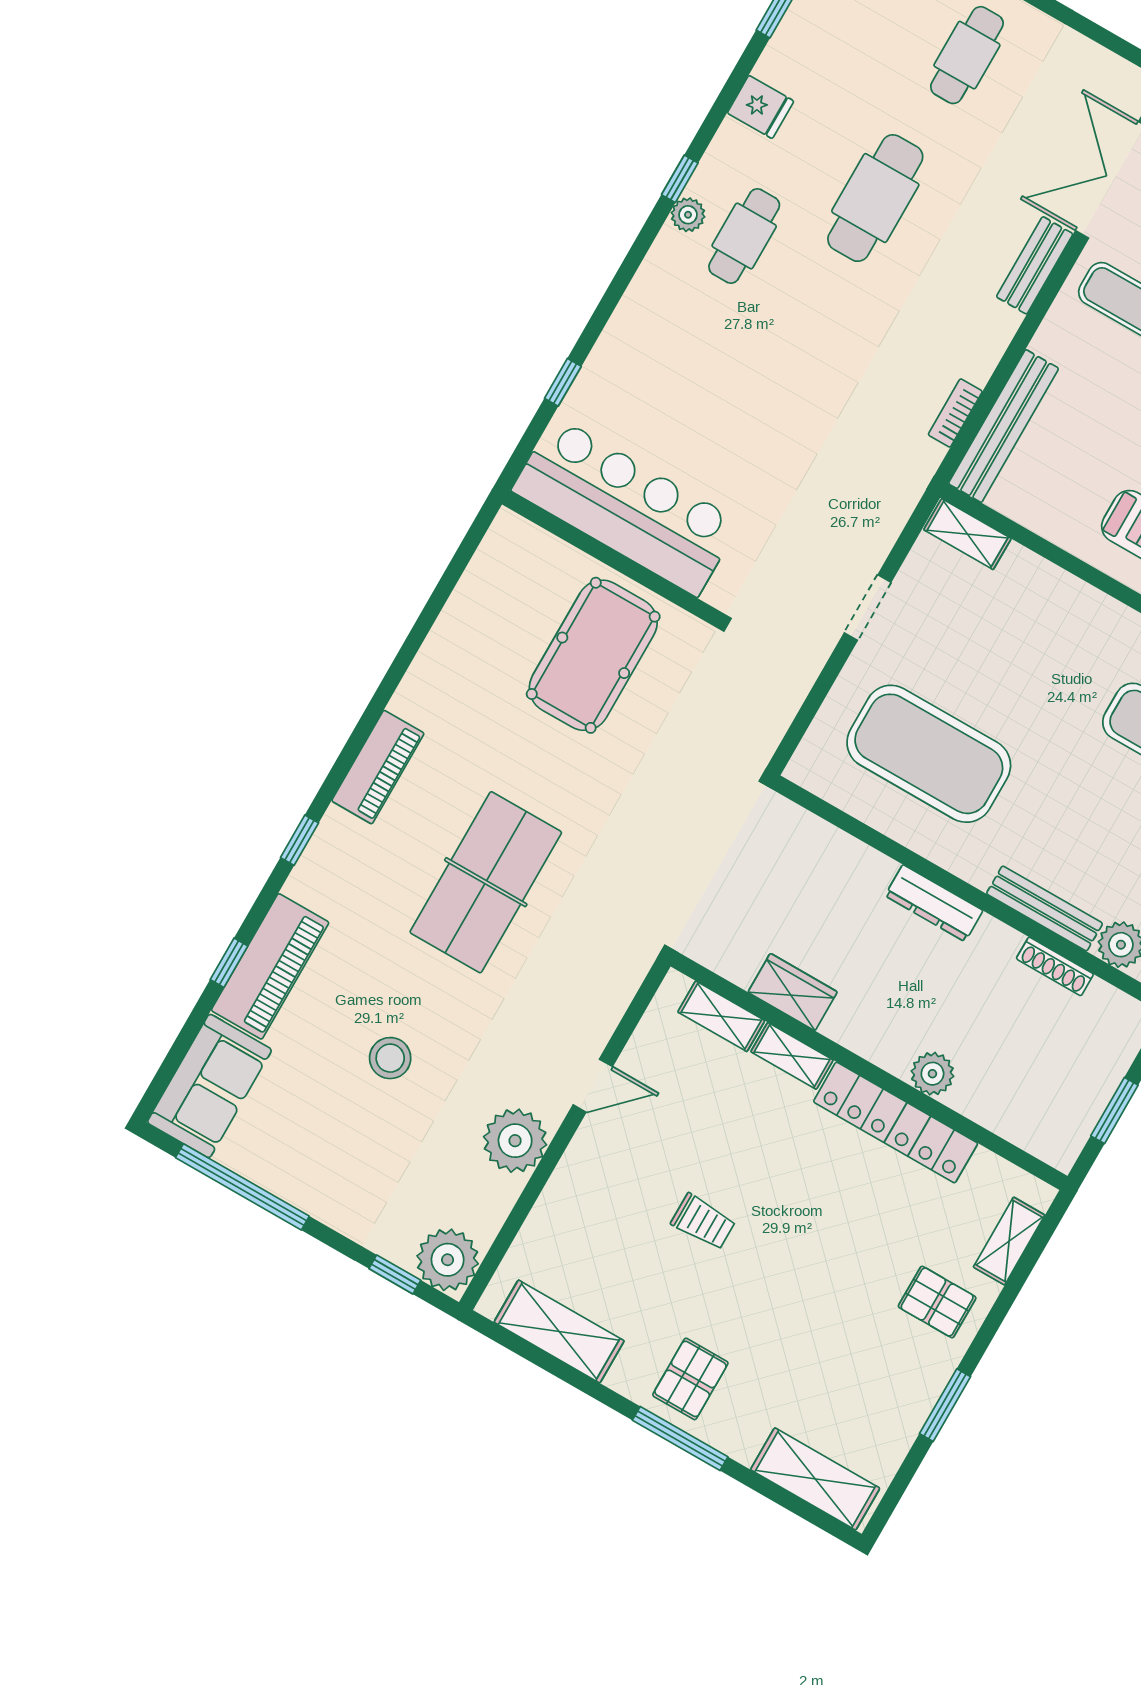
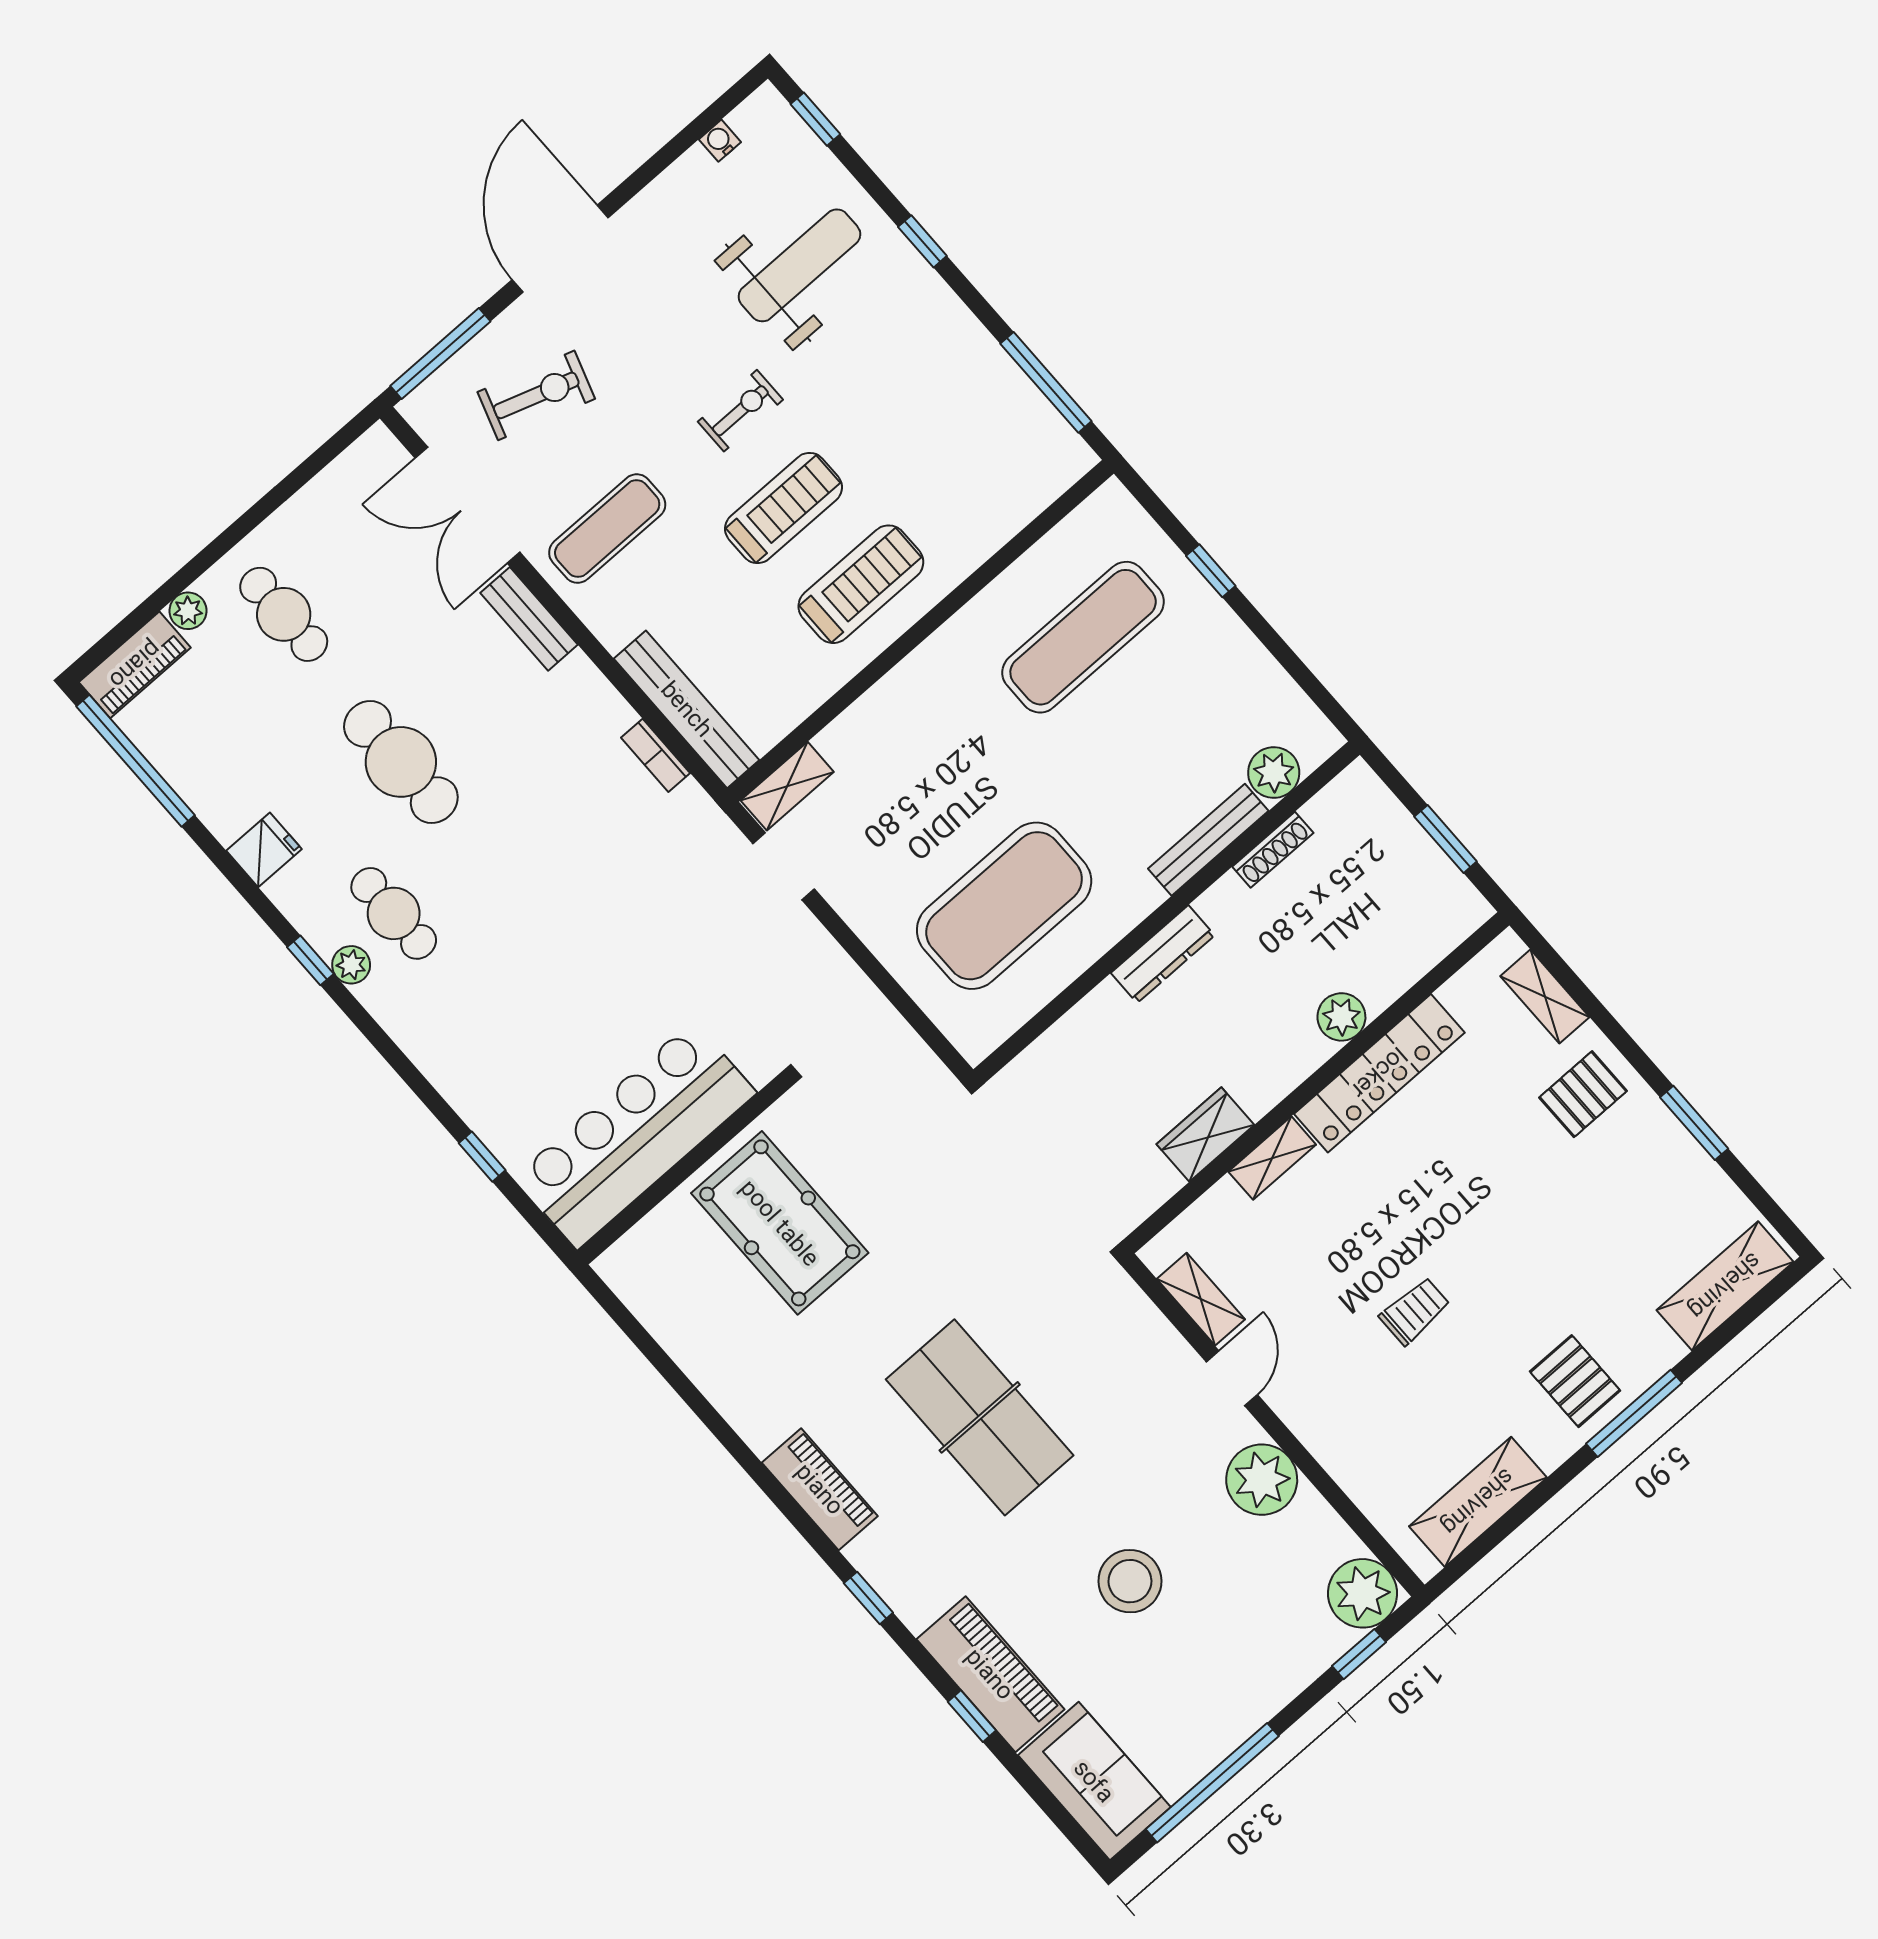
doorway: (868, 607) -> (784, 866), moved
shelving: (721, 1016) -> (1201, 1299), moved, turned 90
stool: (390, 1058) -> (1130, 1581), width x1.38, depth x1.38

